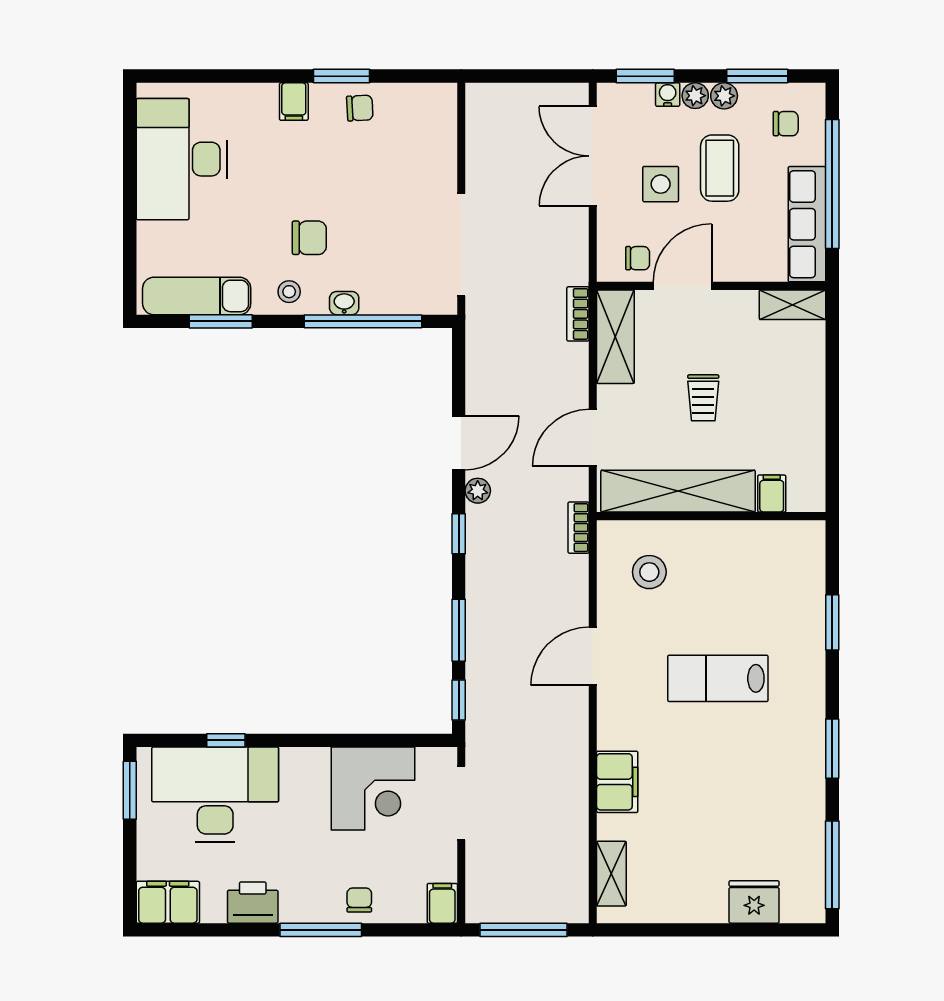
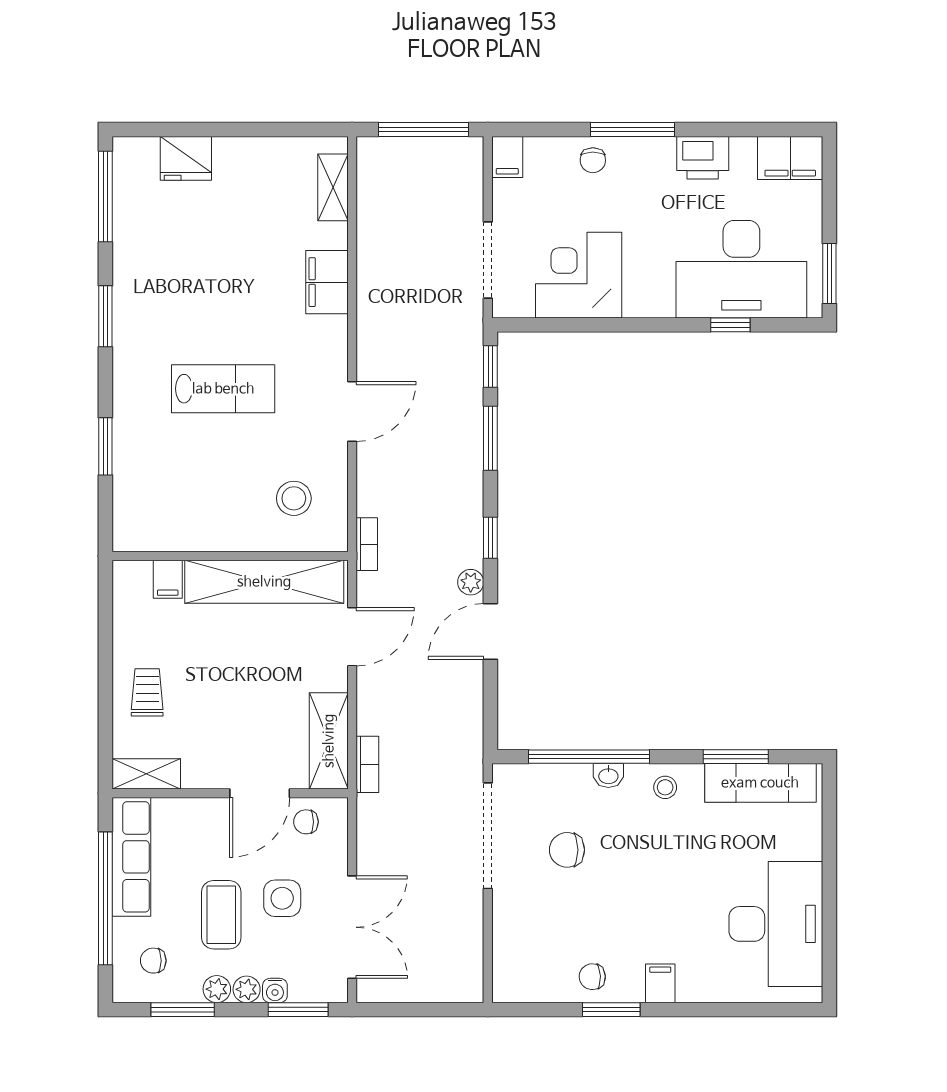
chair: (309, 238) -> (567, 850), moved
trolley: (703, 398) -> (147, 692), moved

